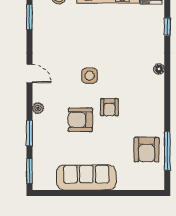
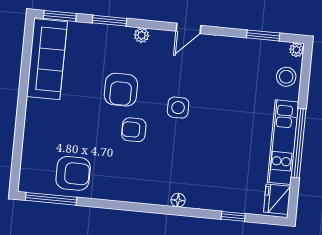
armchair: (80, 120) -> (121, 90), turned 180
armchair: (147, 150) -> (73, 173), turned 180
window: (167, 151) -> (51, 199), moved
sofa: (86, 178) -> (47, 59), moved

